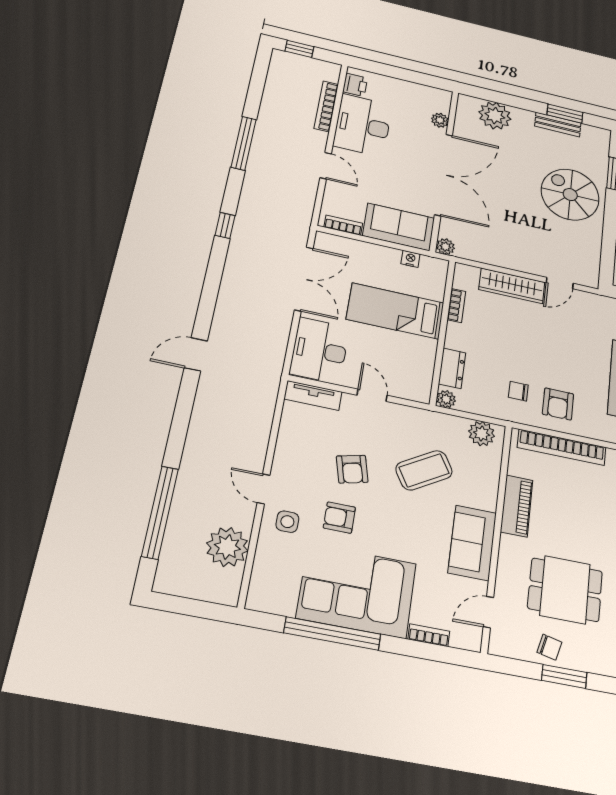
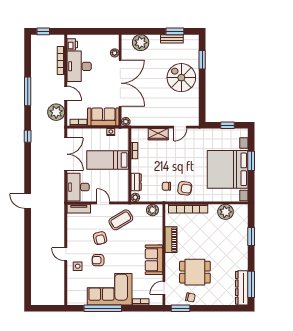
wardrobe: (512, 286) -> (158, 134), width x0.67
door: (196, 354) -> (28, 201), hinge flipped
armchair: (558, 404) -> (185, 188), turned -81
coffee table: (424, 470) -> (121, 220), moved
window: (160, 512) -> (28, 273), removed
plant: (227, 547) -> (56, 112), moved
window: (564, 676) -> (181, 308), moved

